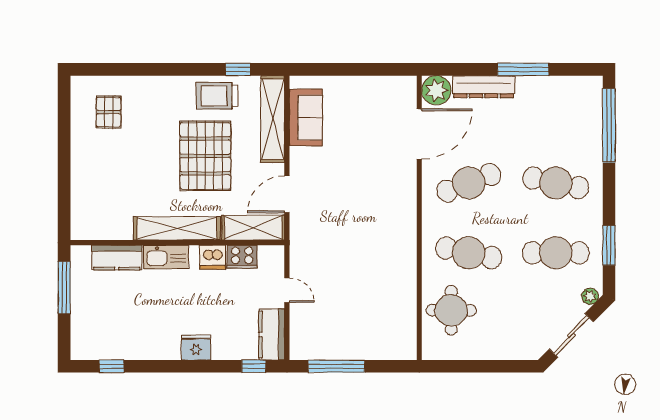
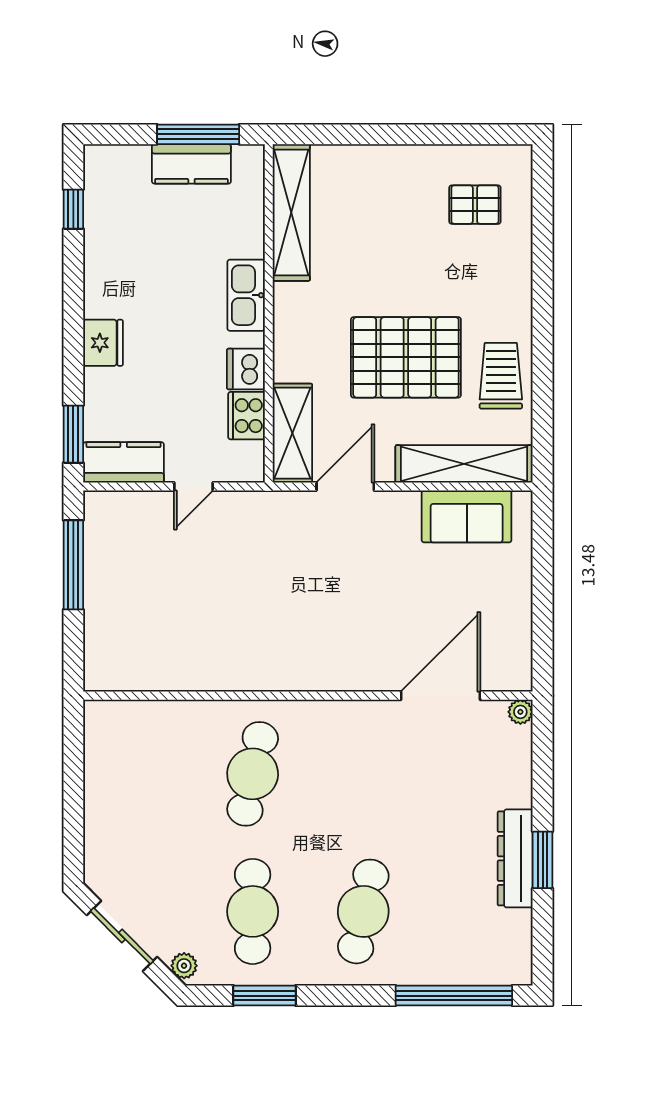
window: (238, 69) -> (543, 409), removed
window: (523, 69) -> (543, 860), width x0.69
dresser: (484, 87) -> (515, 858), moved
plant: (436, 90) -> (520, 712), width x0.53, depth x0.53
door: (419, 134) -> (440, 696), swing flipped
cafe table: (469, 183) -> (363, 774), removed
door: (287, 194) -> (345, 487), hinge flipped
shelving: (177, 228) -> (291, 213), moved
kitchen counter: (117, 258) -> (191, 164), moved, turned -90
round table: (451, 310) -> (162, 746), removed
window: (254, 366) -> (73, 434), width x1.50

